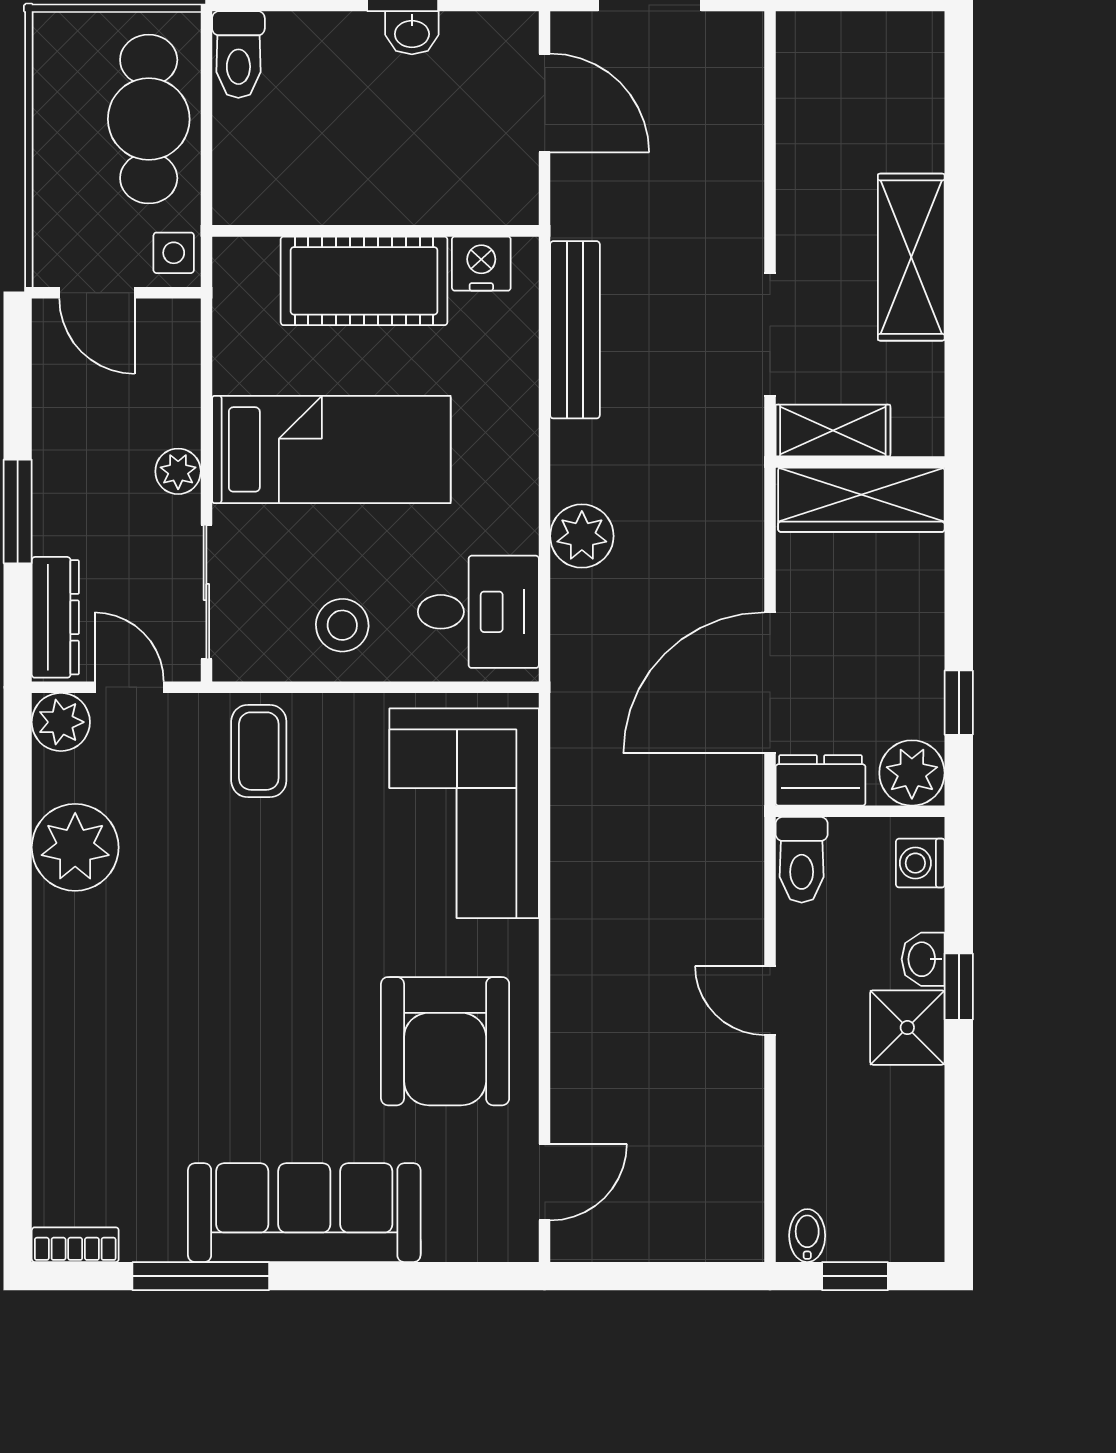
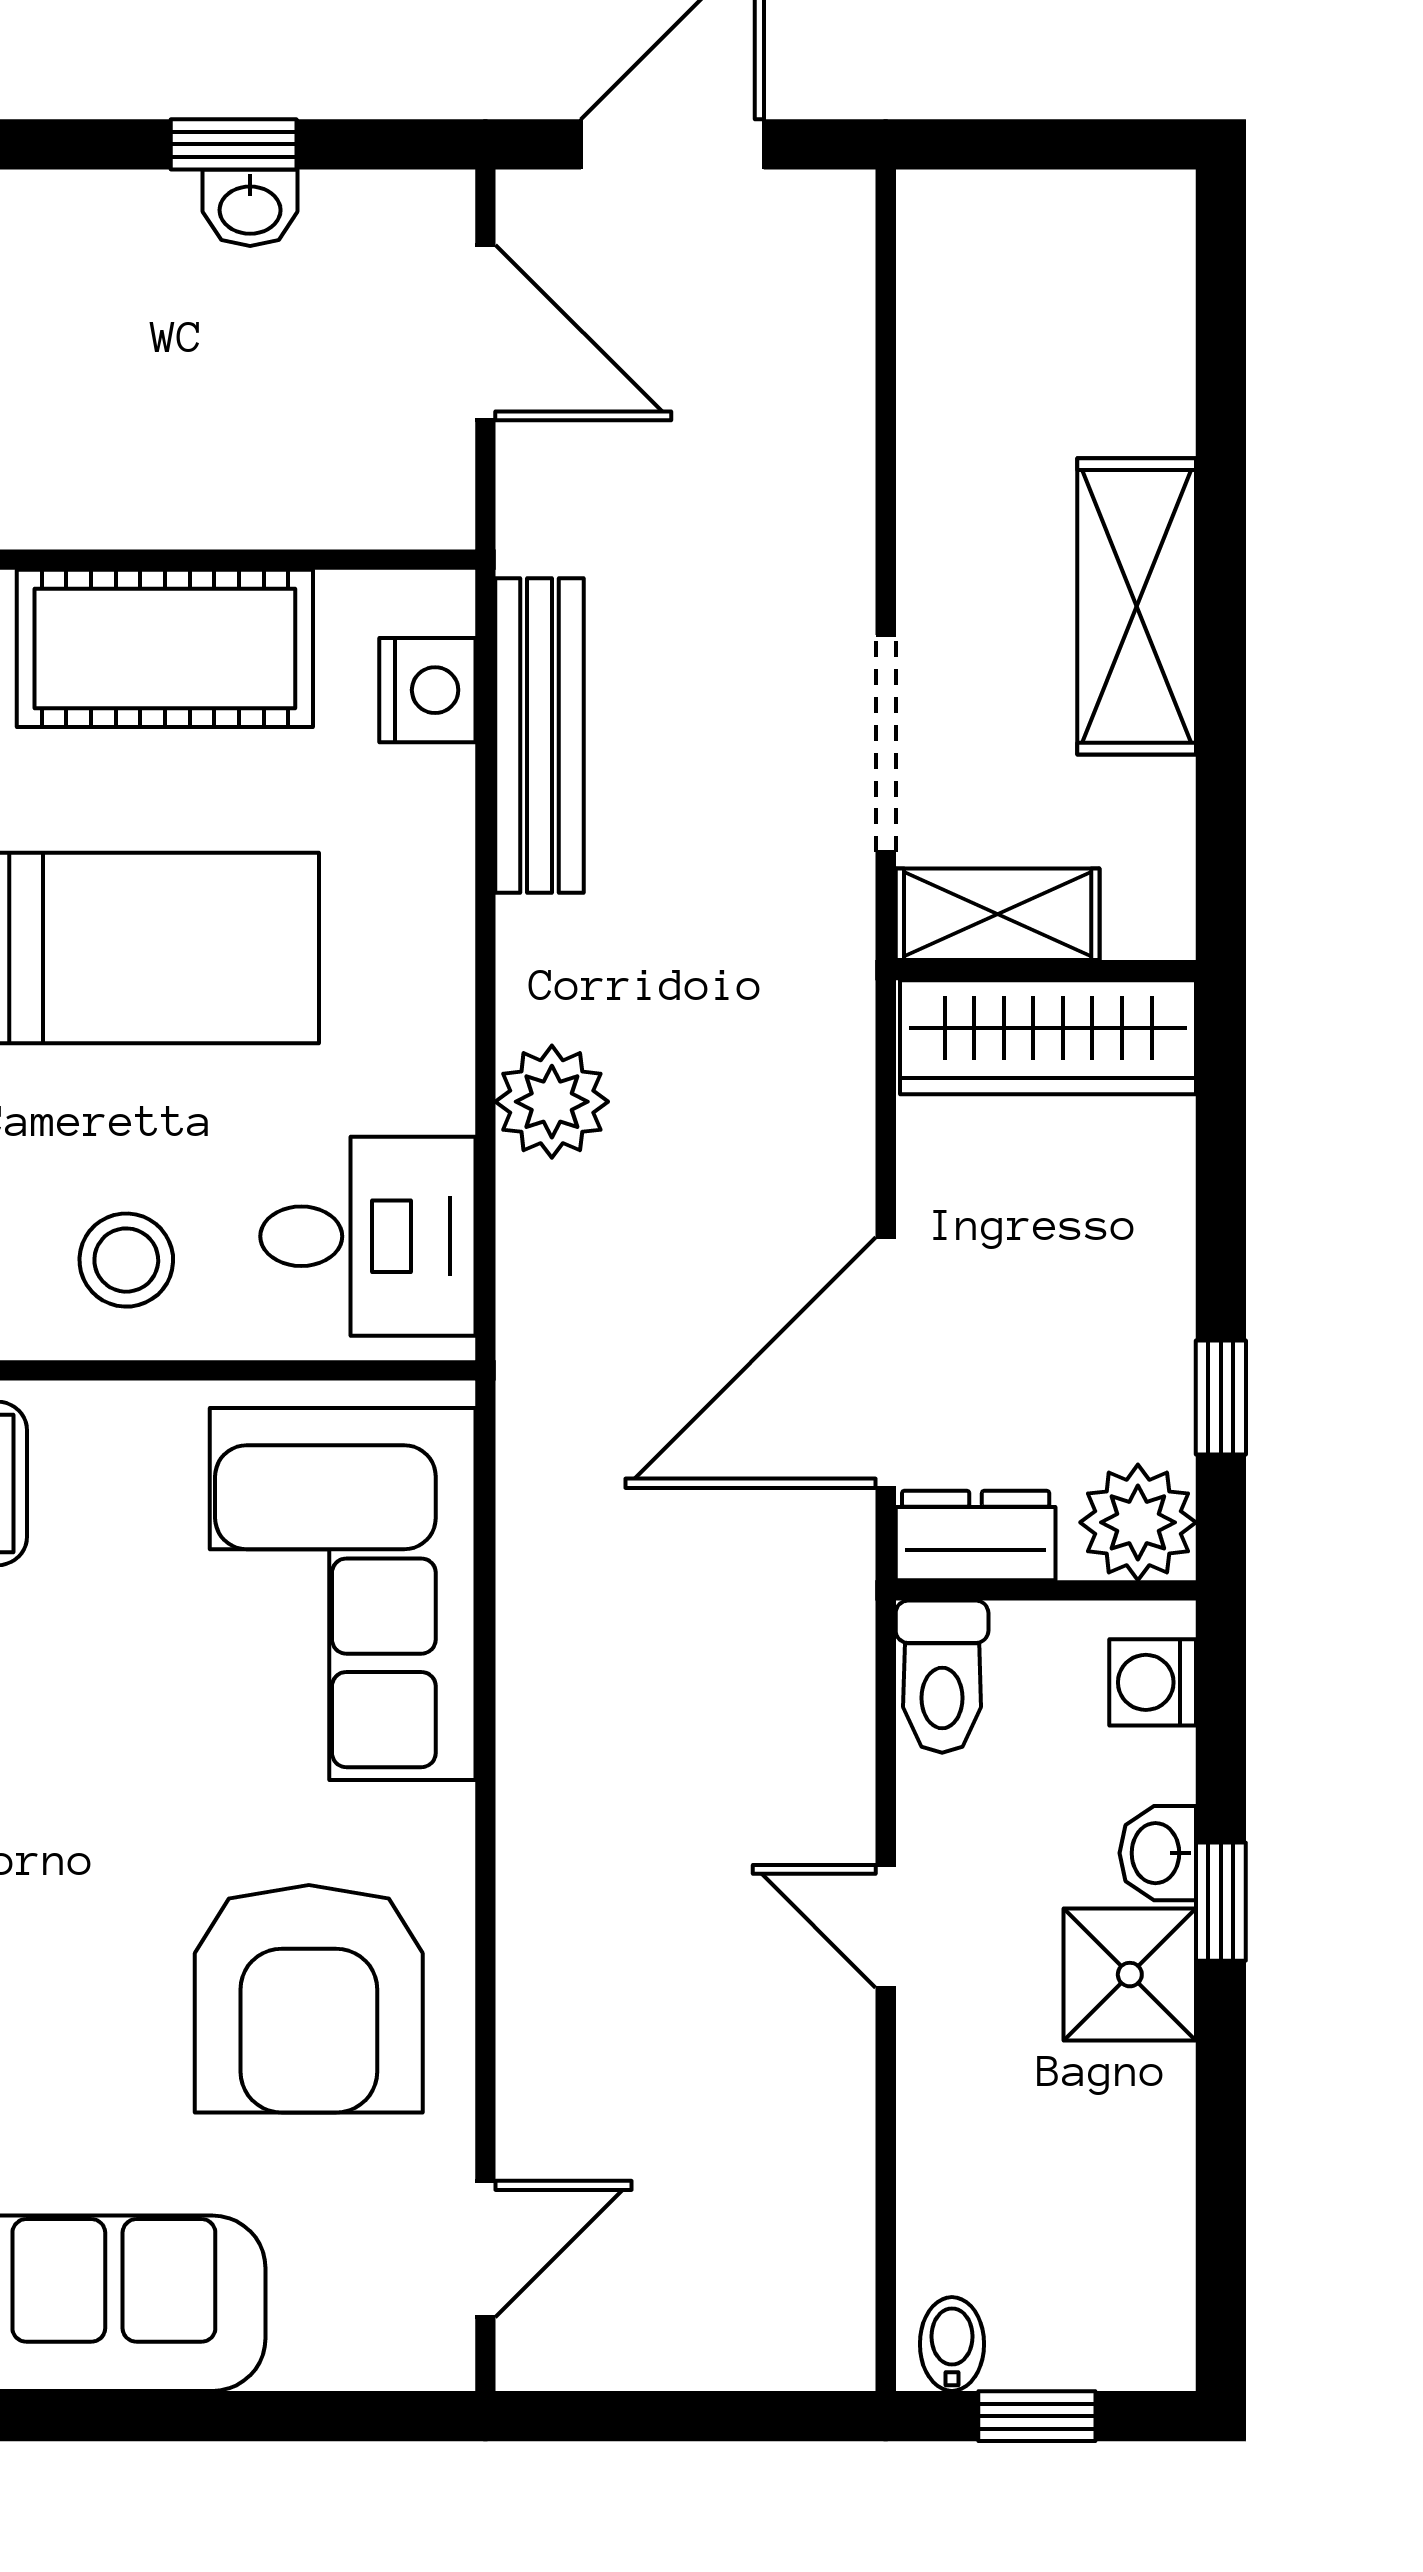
nightstand: (481, 264) -> (427, 690), moved, turned 90

